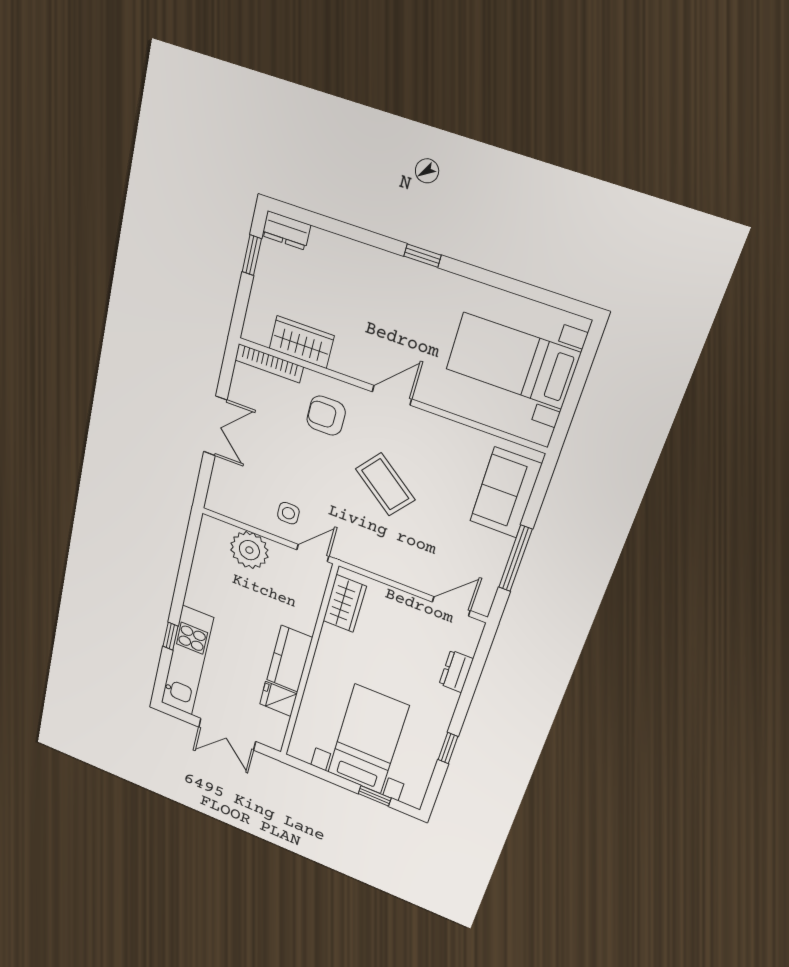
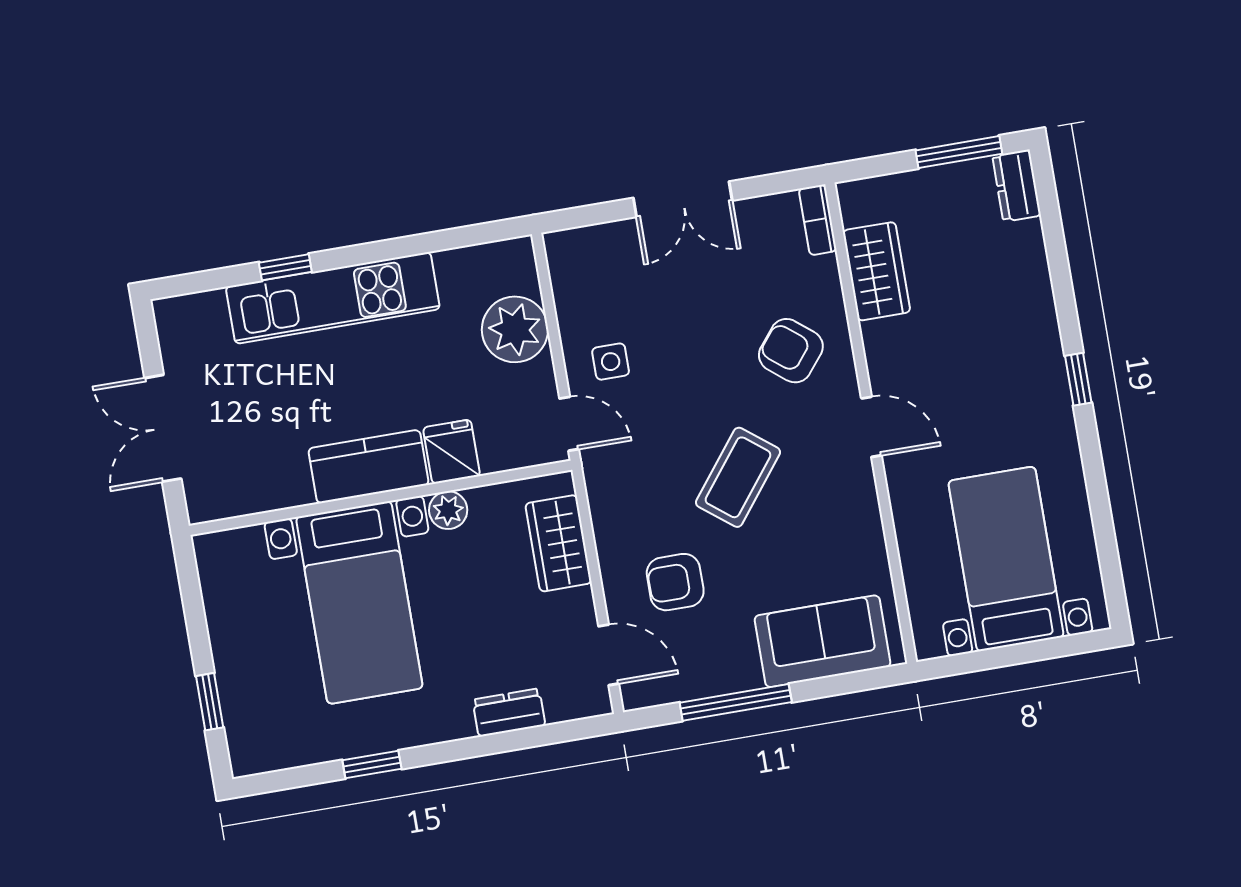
window: (252, 255) -> (959, 152), width x1.50
bookcase: (269, 363) -> (818, 220), width x0.64
armchair: (326, 416) -> (791, 351), turned -51
armchair: (428, 550) -> (675, 582), added
wardrobe: (345, 604) -> (558, 543), moved, turned 90
plant: (331, 636) -> (448, 510), added
kitchen unit: (187, 661) -> (333, 298), moved
fridge: (278, 699) -> (452, 452), moved
bed with nightstands: (368, 739) -> (359, 603), moved, turned 90

